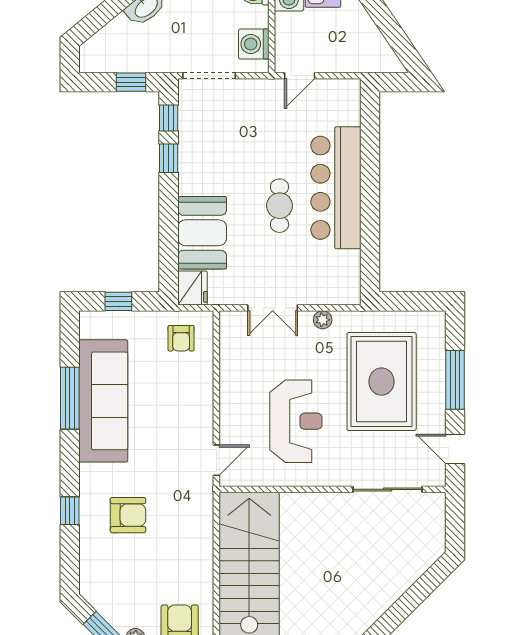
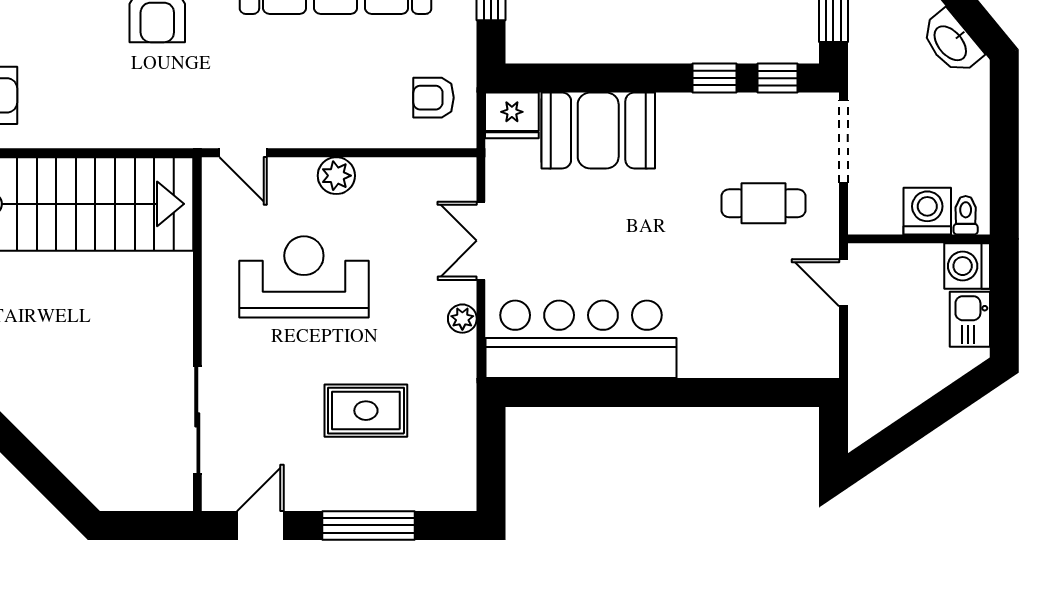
washing machine: (254, 44) -> (927, 211), moved
bar counter: (336, 188) -> (581, 339), moved
cafe table: (280, 206) -> (763, 203), moved
rug: (382, 382) -> (366, 411), width x0.54, depth x0.49
plant: (231, 400) -> (336, 176), added
reception desk: (296, 421) -> (304, 277), turned 180

